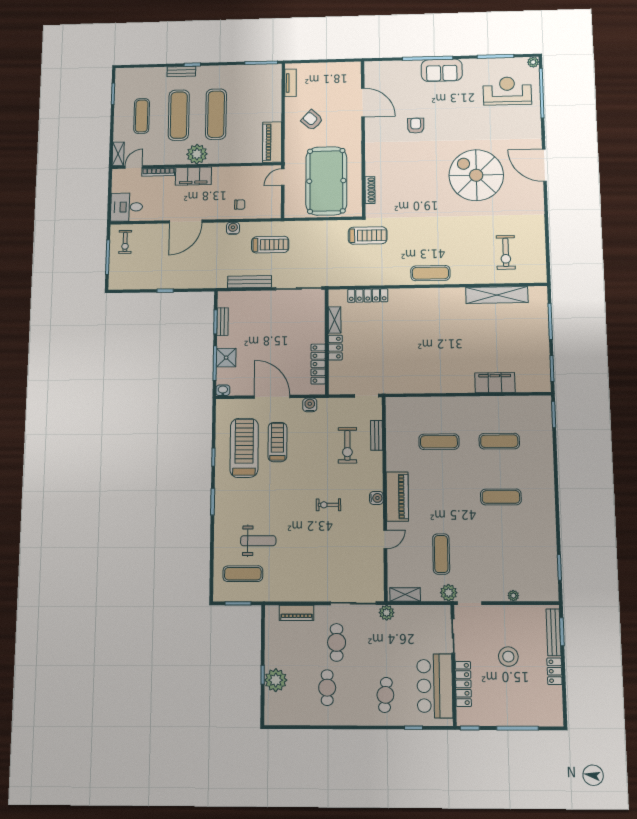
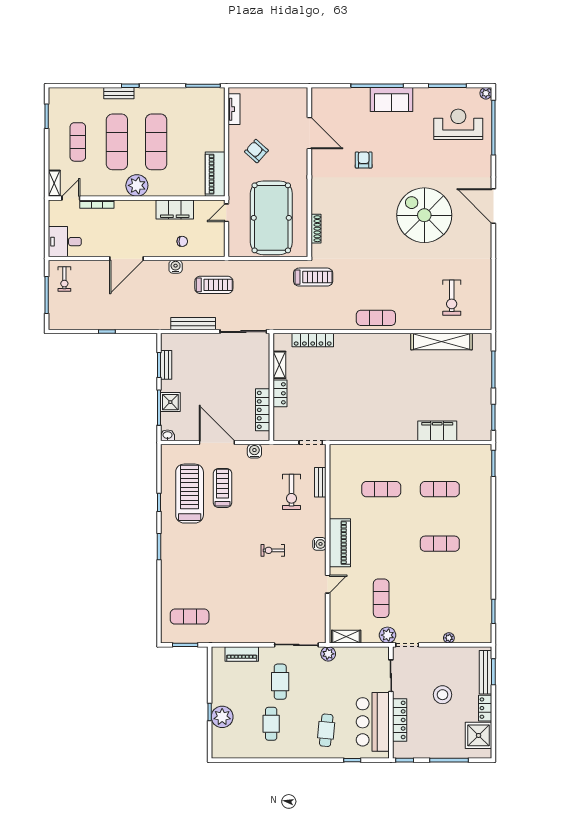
filing cabinet: (193, 176) -> (175, 209), moved
weight bench: (258, 541) -> (204, 585), removed
shower: (548, 701) -> (479, 735), added

